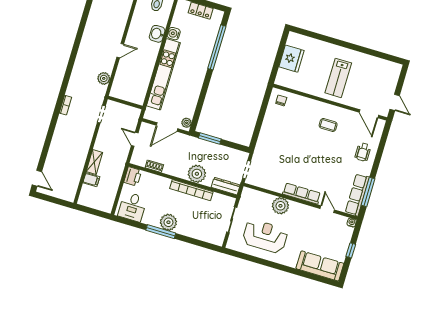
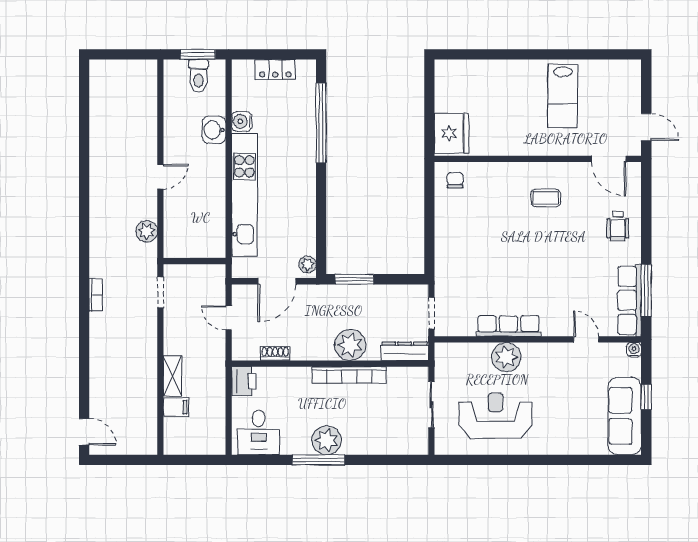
fridge: (291, 59) -> (452, 133), moved
lab bench: (338, 78) -> (563, 96), moved
row of seats: (302, 194) -> (508, 326), moved
sofa: (320, 266) -> (625, 416), moved, turned -90

